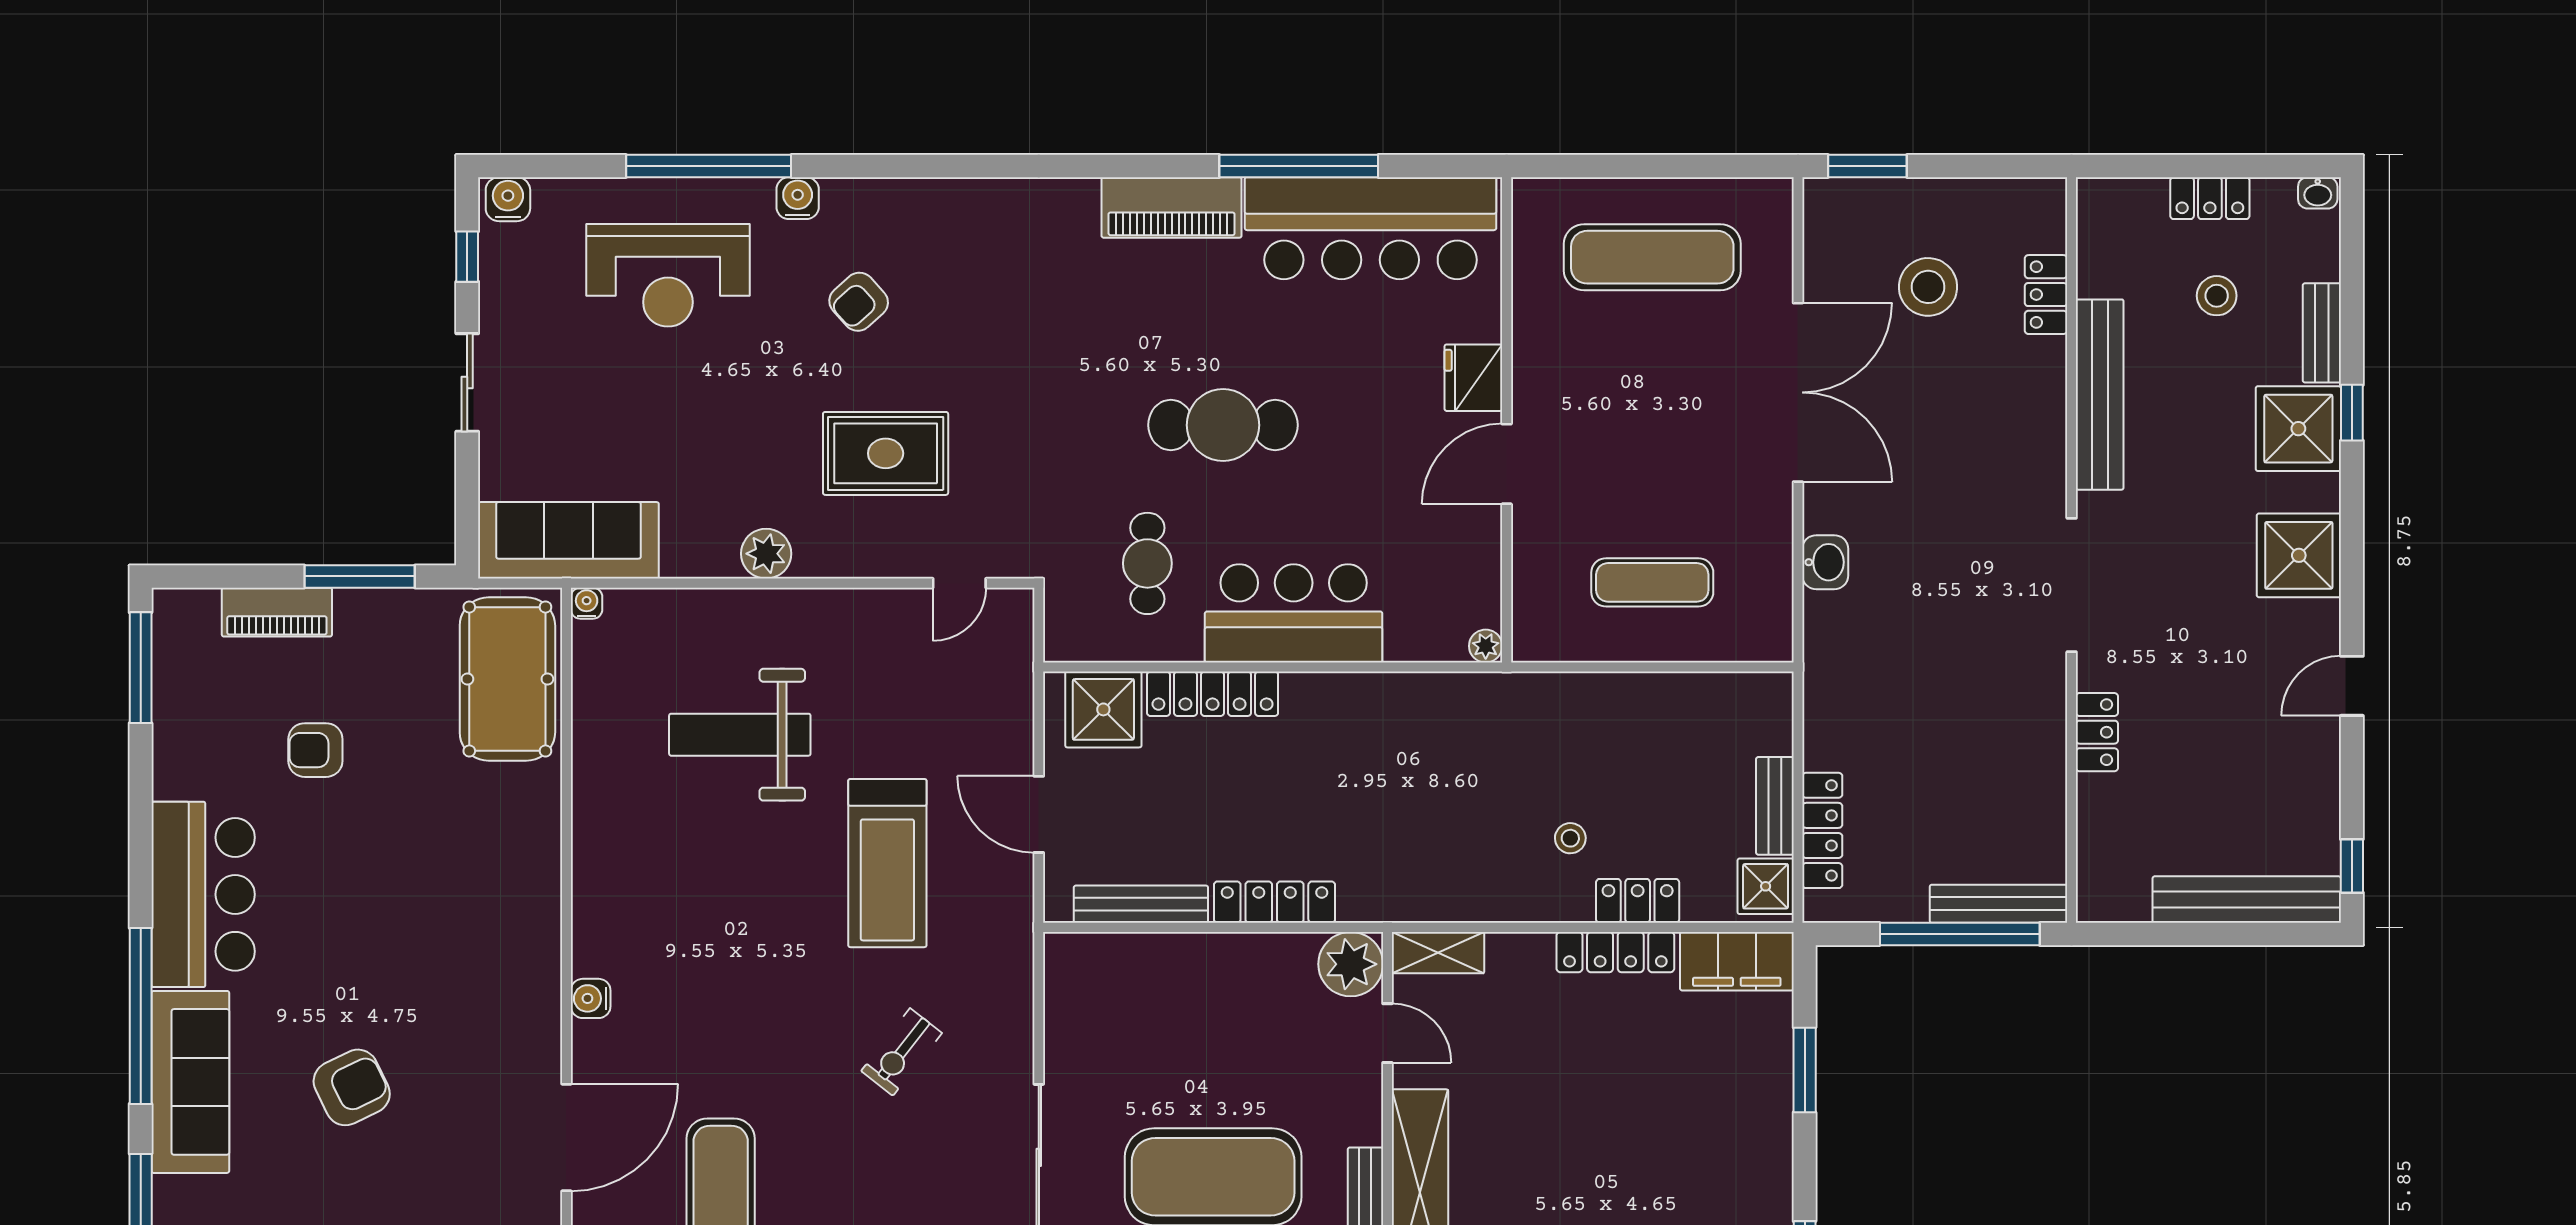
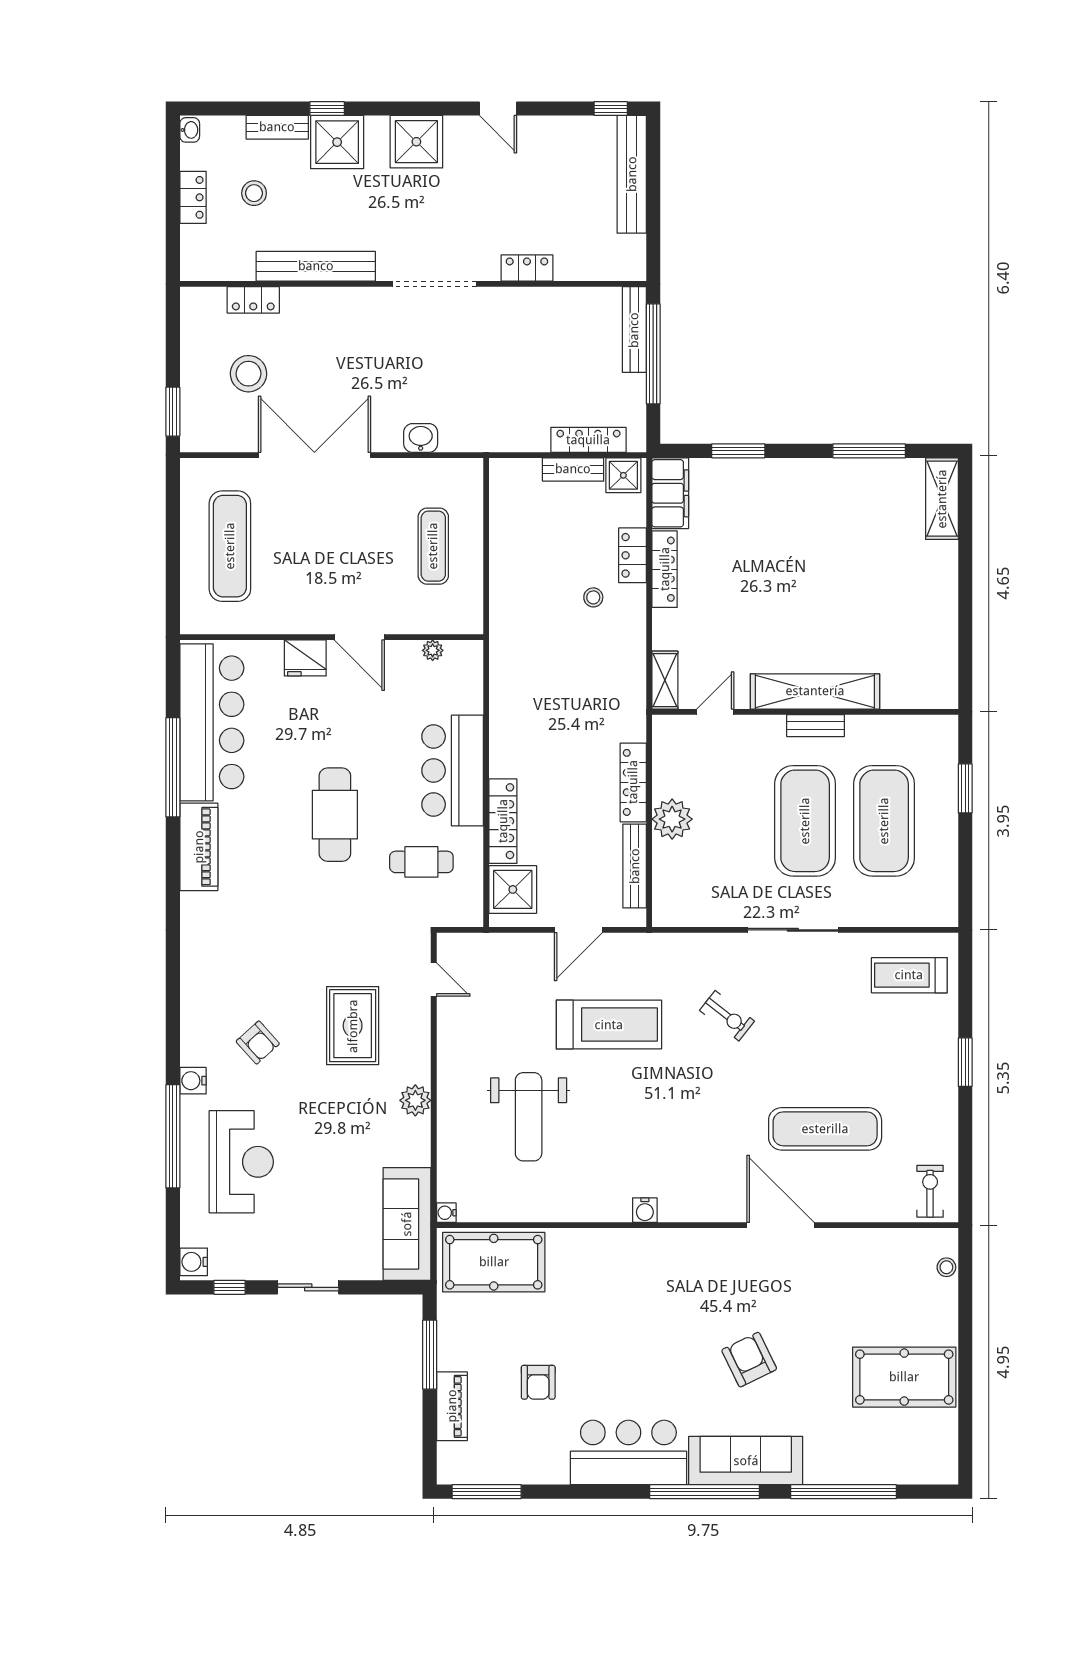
plant: (1486, 646) -> (433, 650), moved
plant: (1351, 964) -> (672, 819), moved
water cooler: (591, 998) -> (645, 1210), moved

